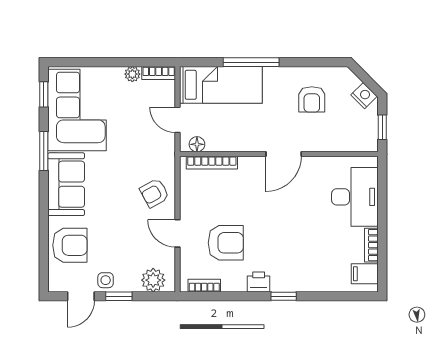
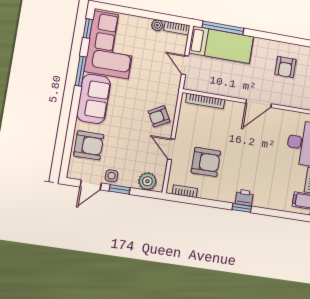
window: (251, 62) -> (223, 28), moved
floor lamp: (197, 144) -> (197, 86), removed
printer: (259, 282) -> (244, 198), moved

